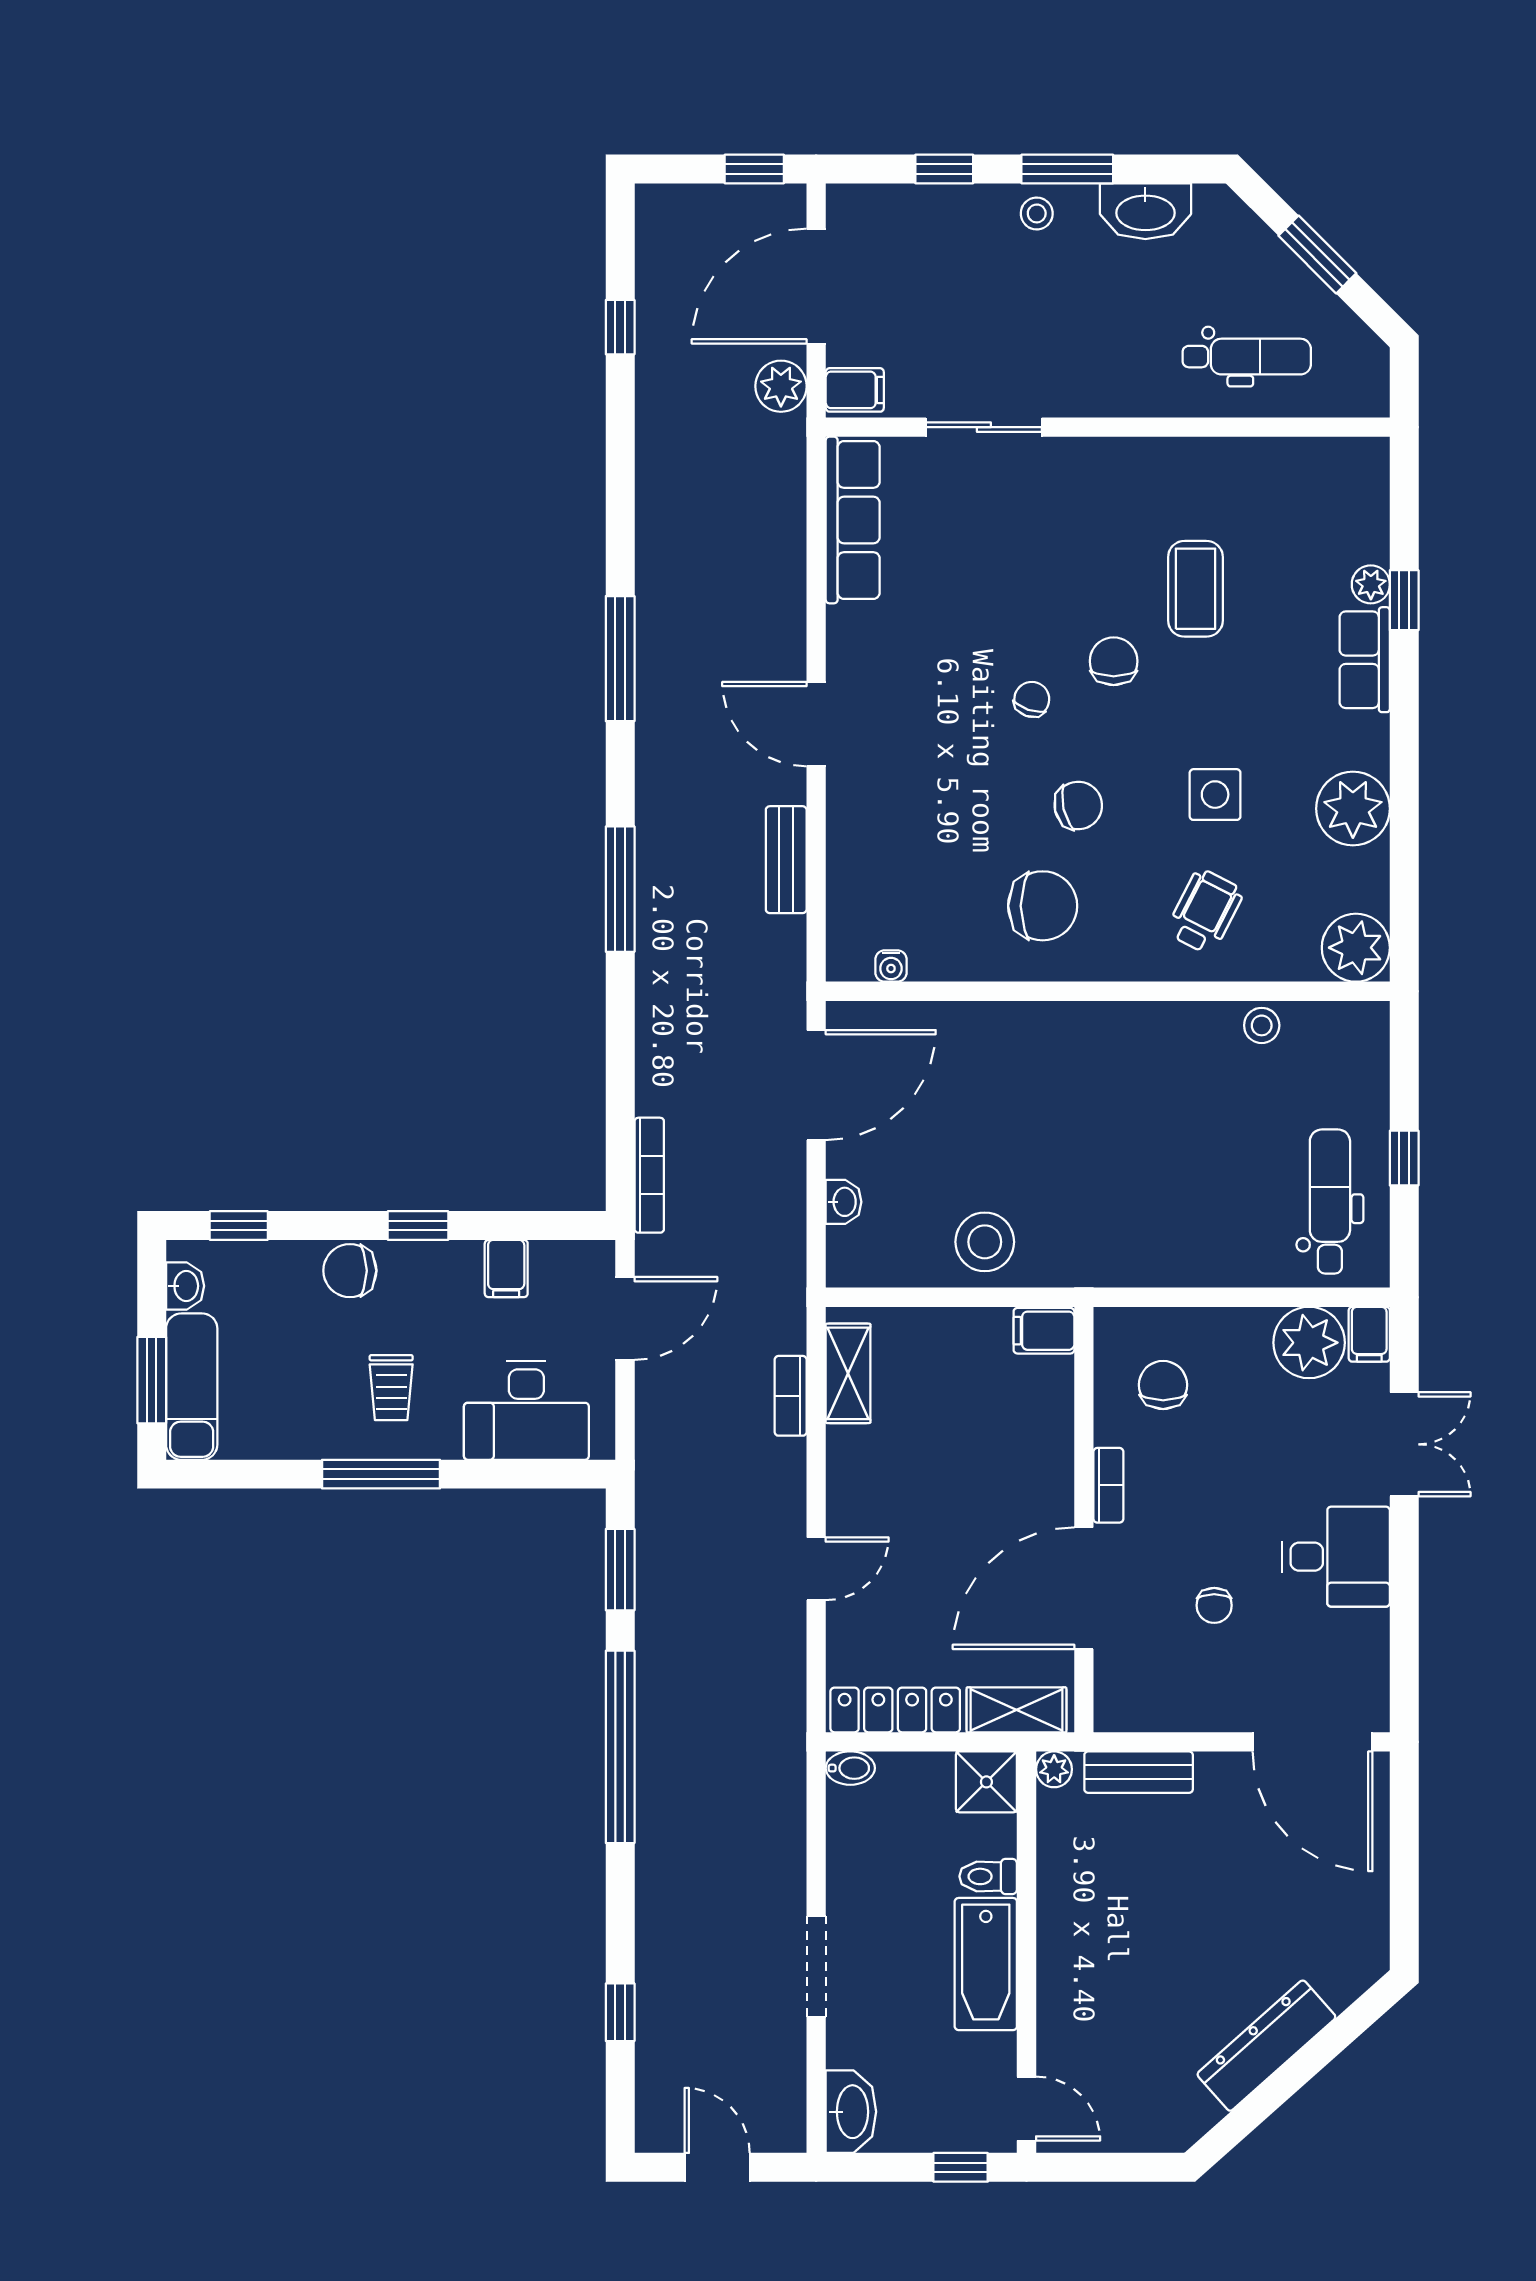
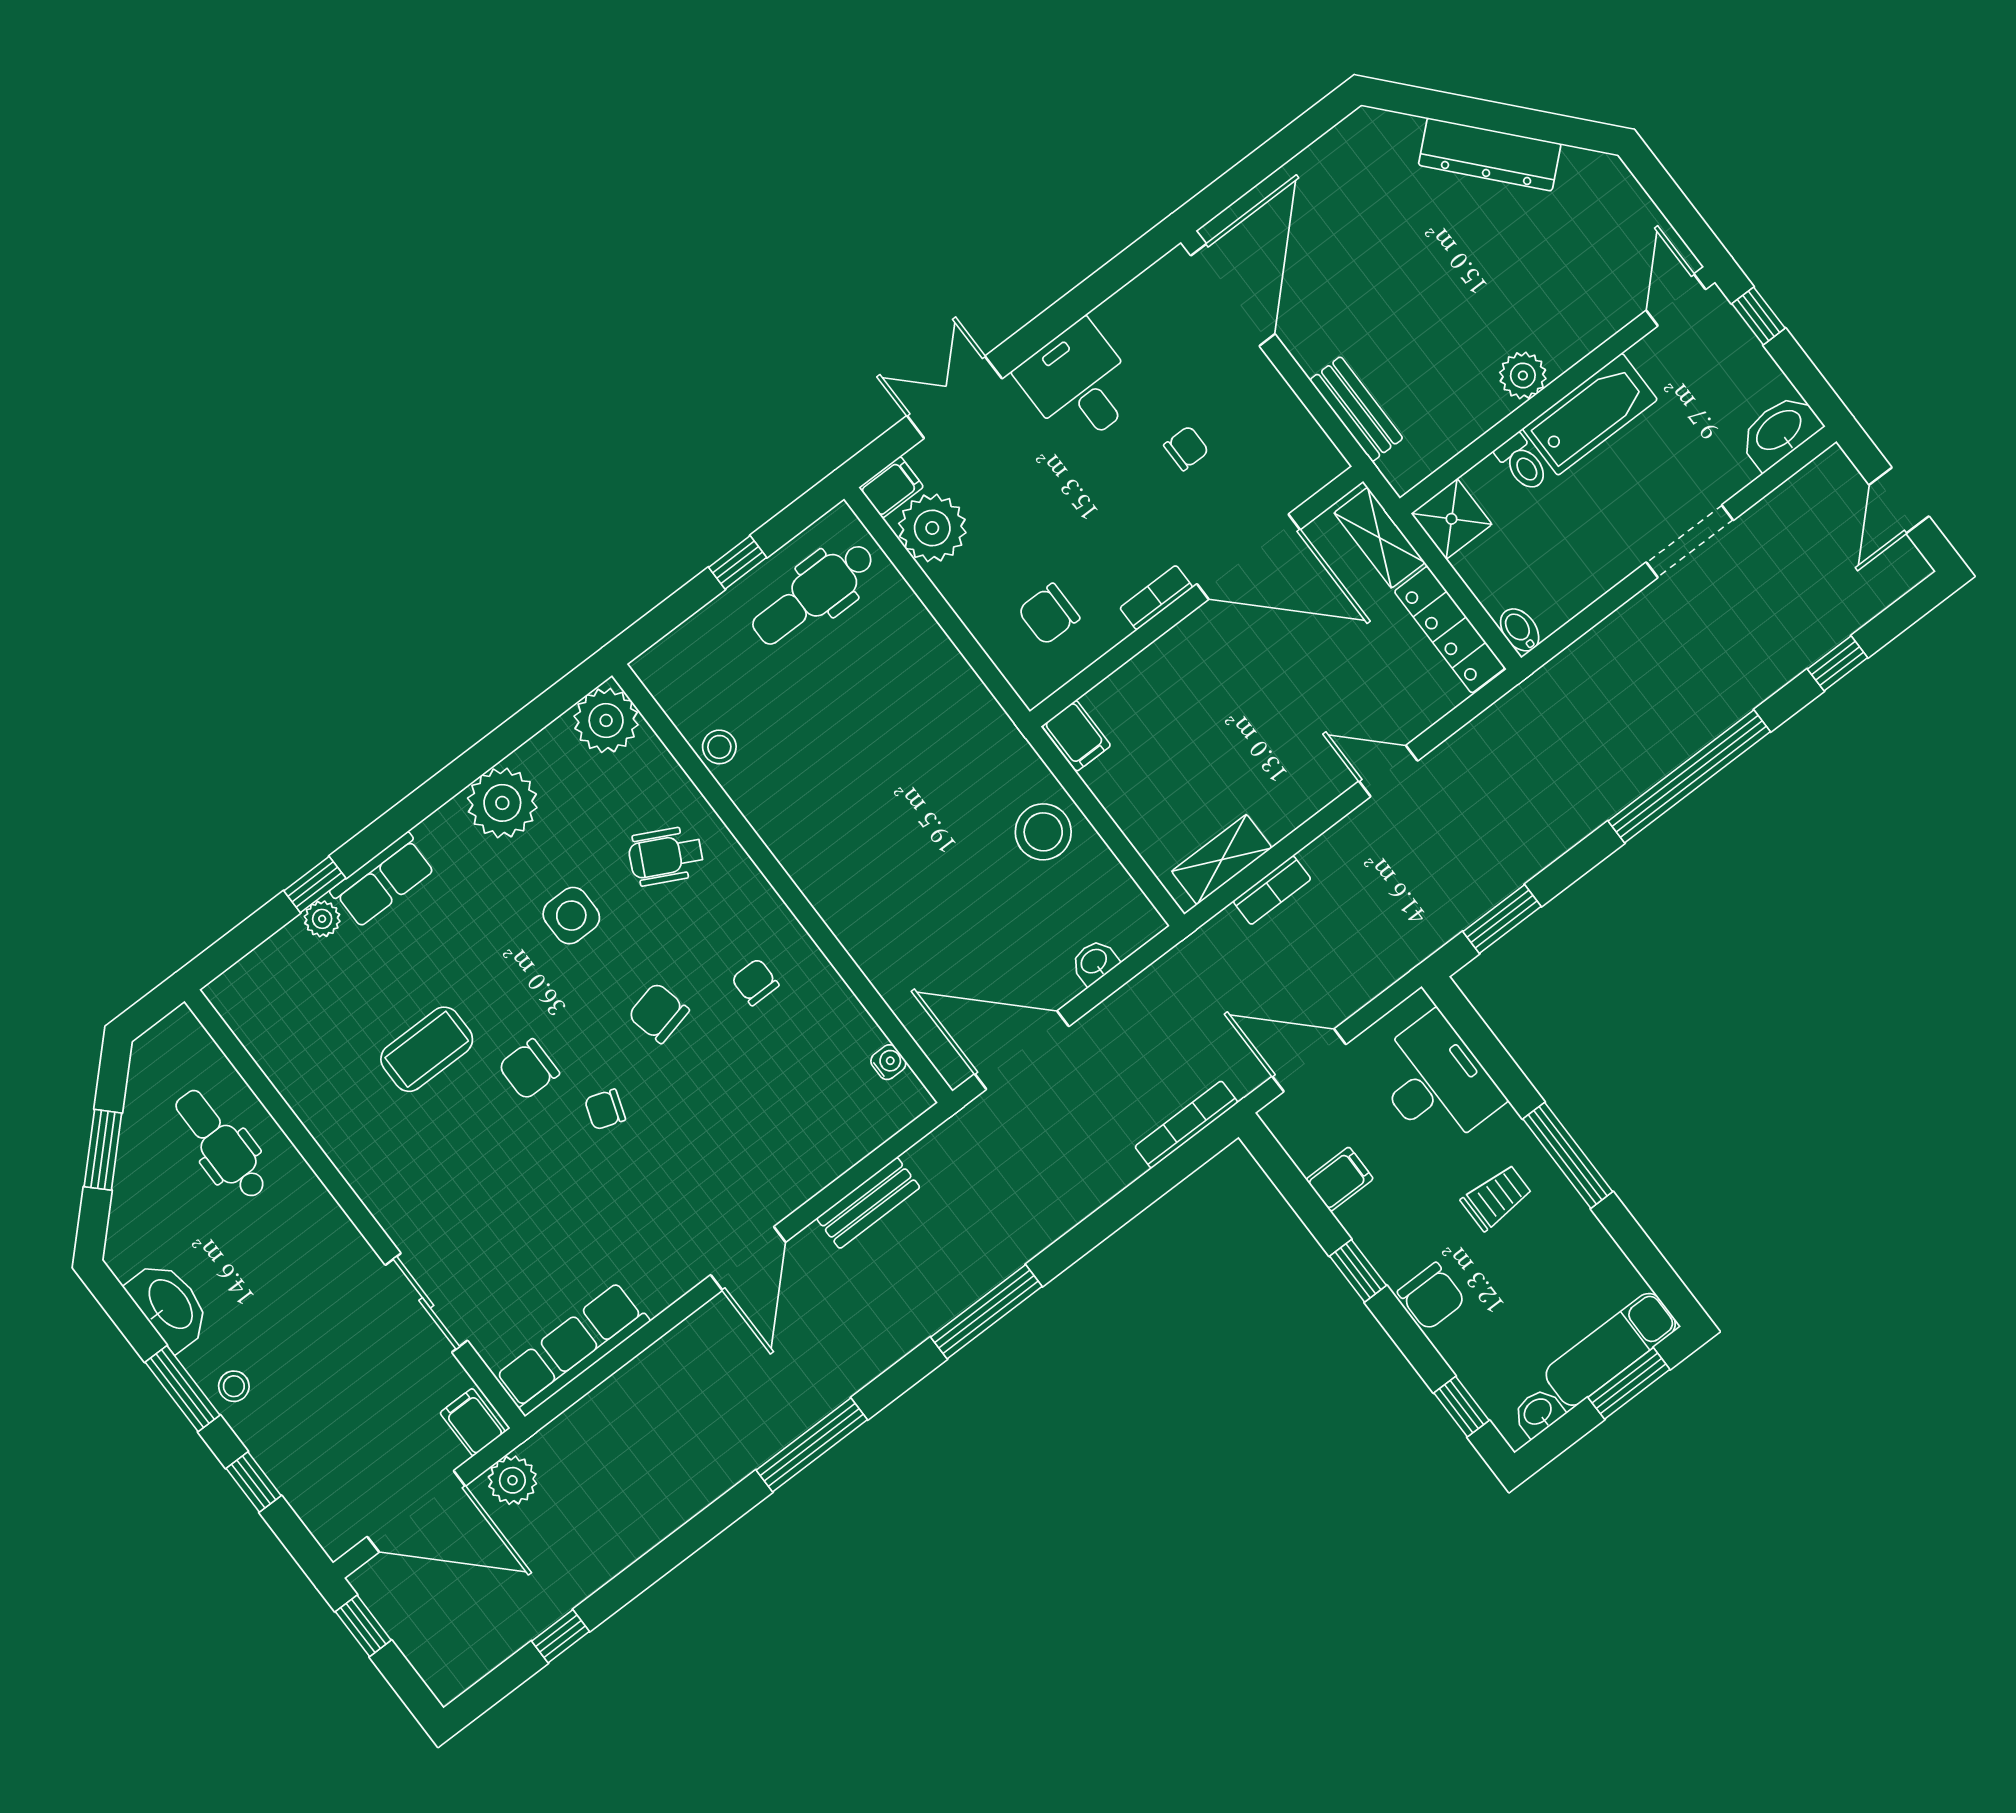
chair: (1043, 906) -> (755, 982), width x0.54, depth x0.54
window: (620, 1747) -> (1689, 776), moved
plant: (1054, 1769) -> (1523, 375), moved, width x1.38, depth x1.38

